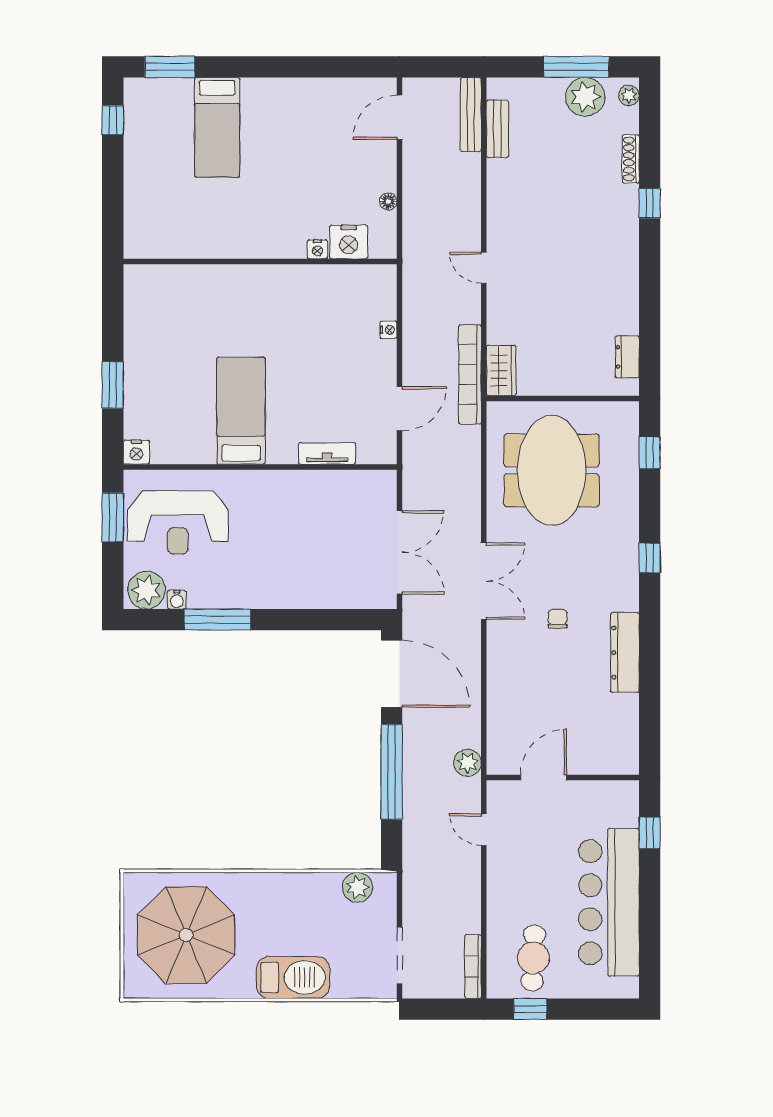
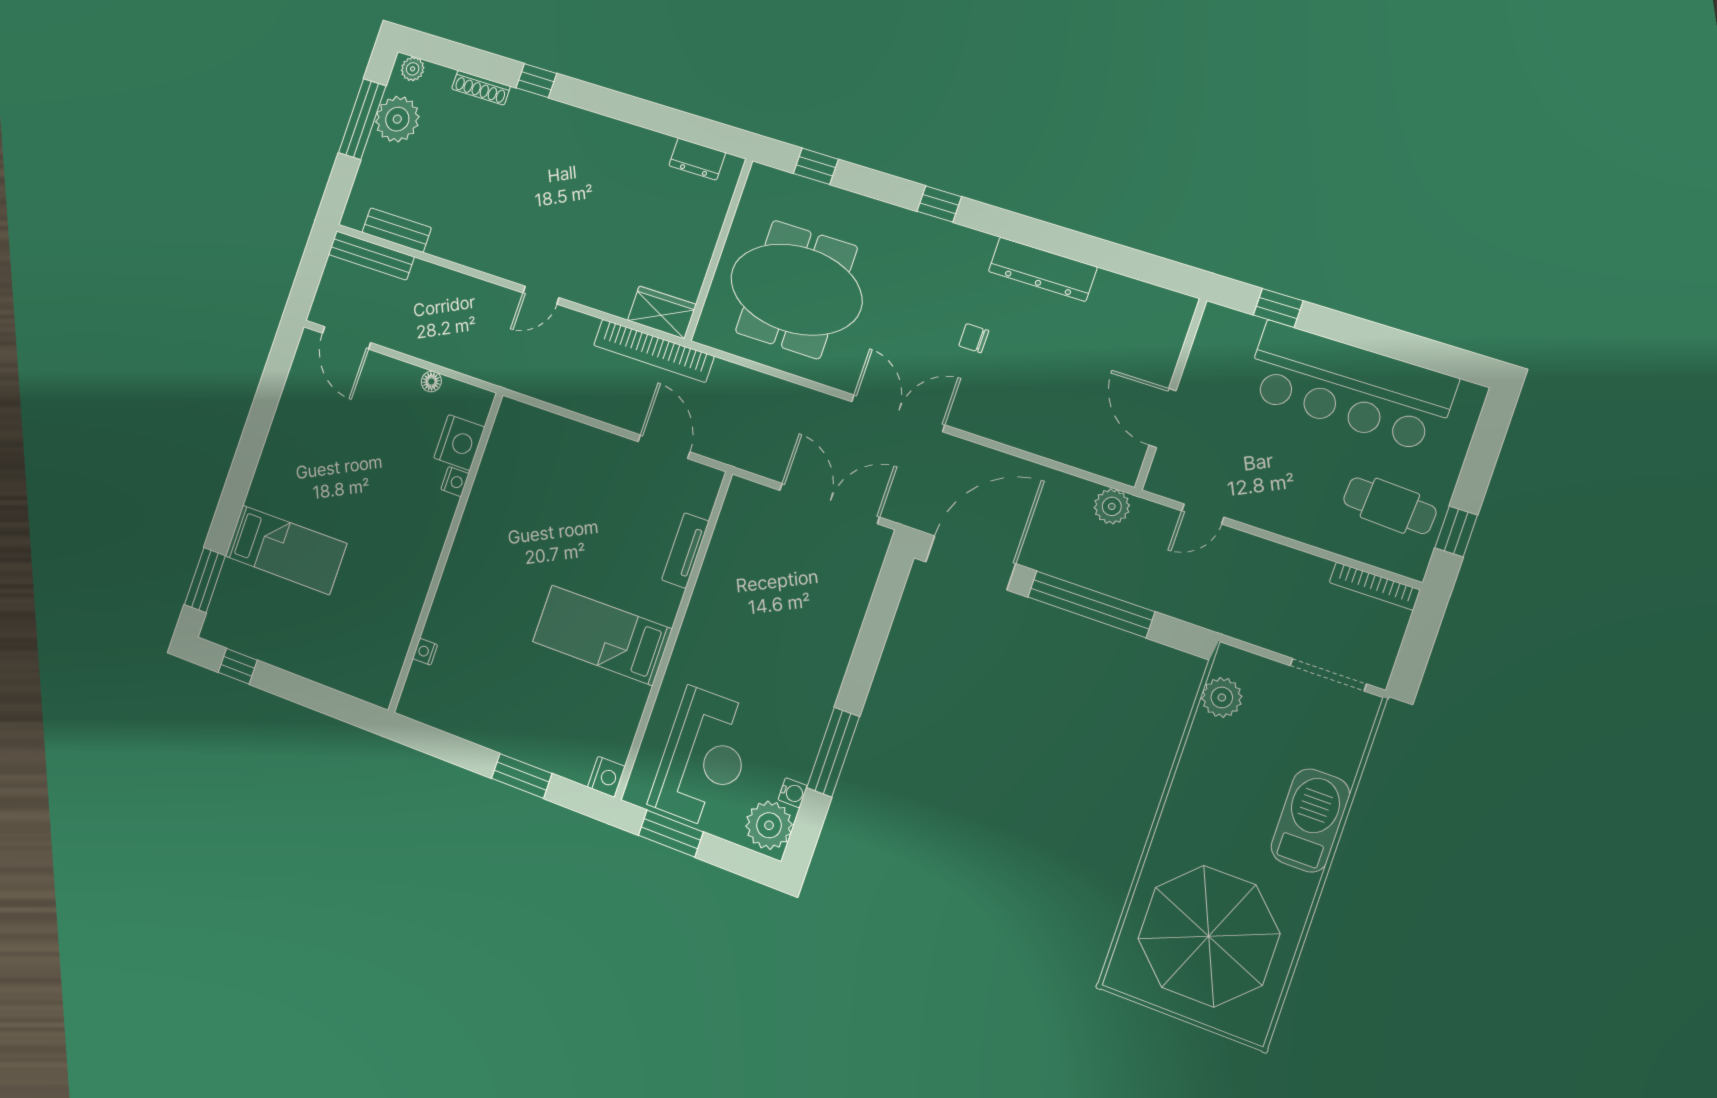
nightstand: (389, 330) -> (425, 652), moved, turned -90

